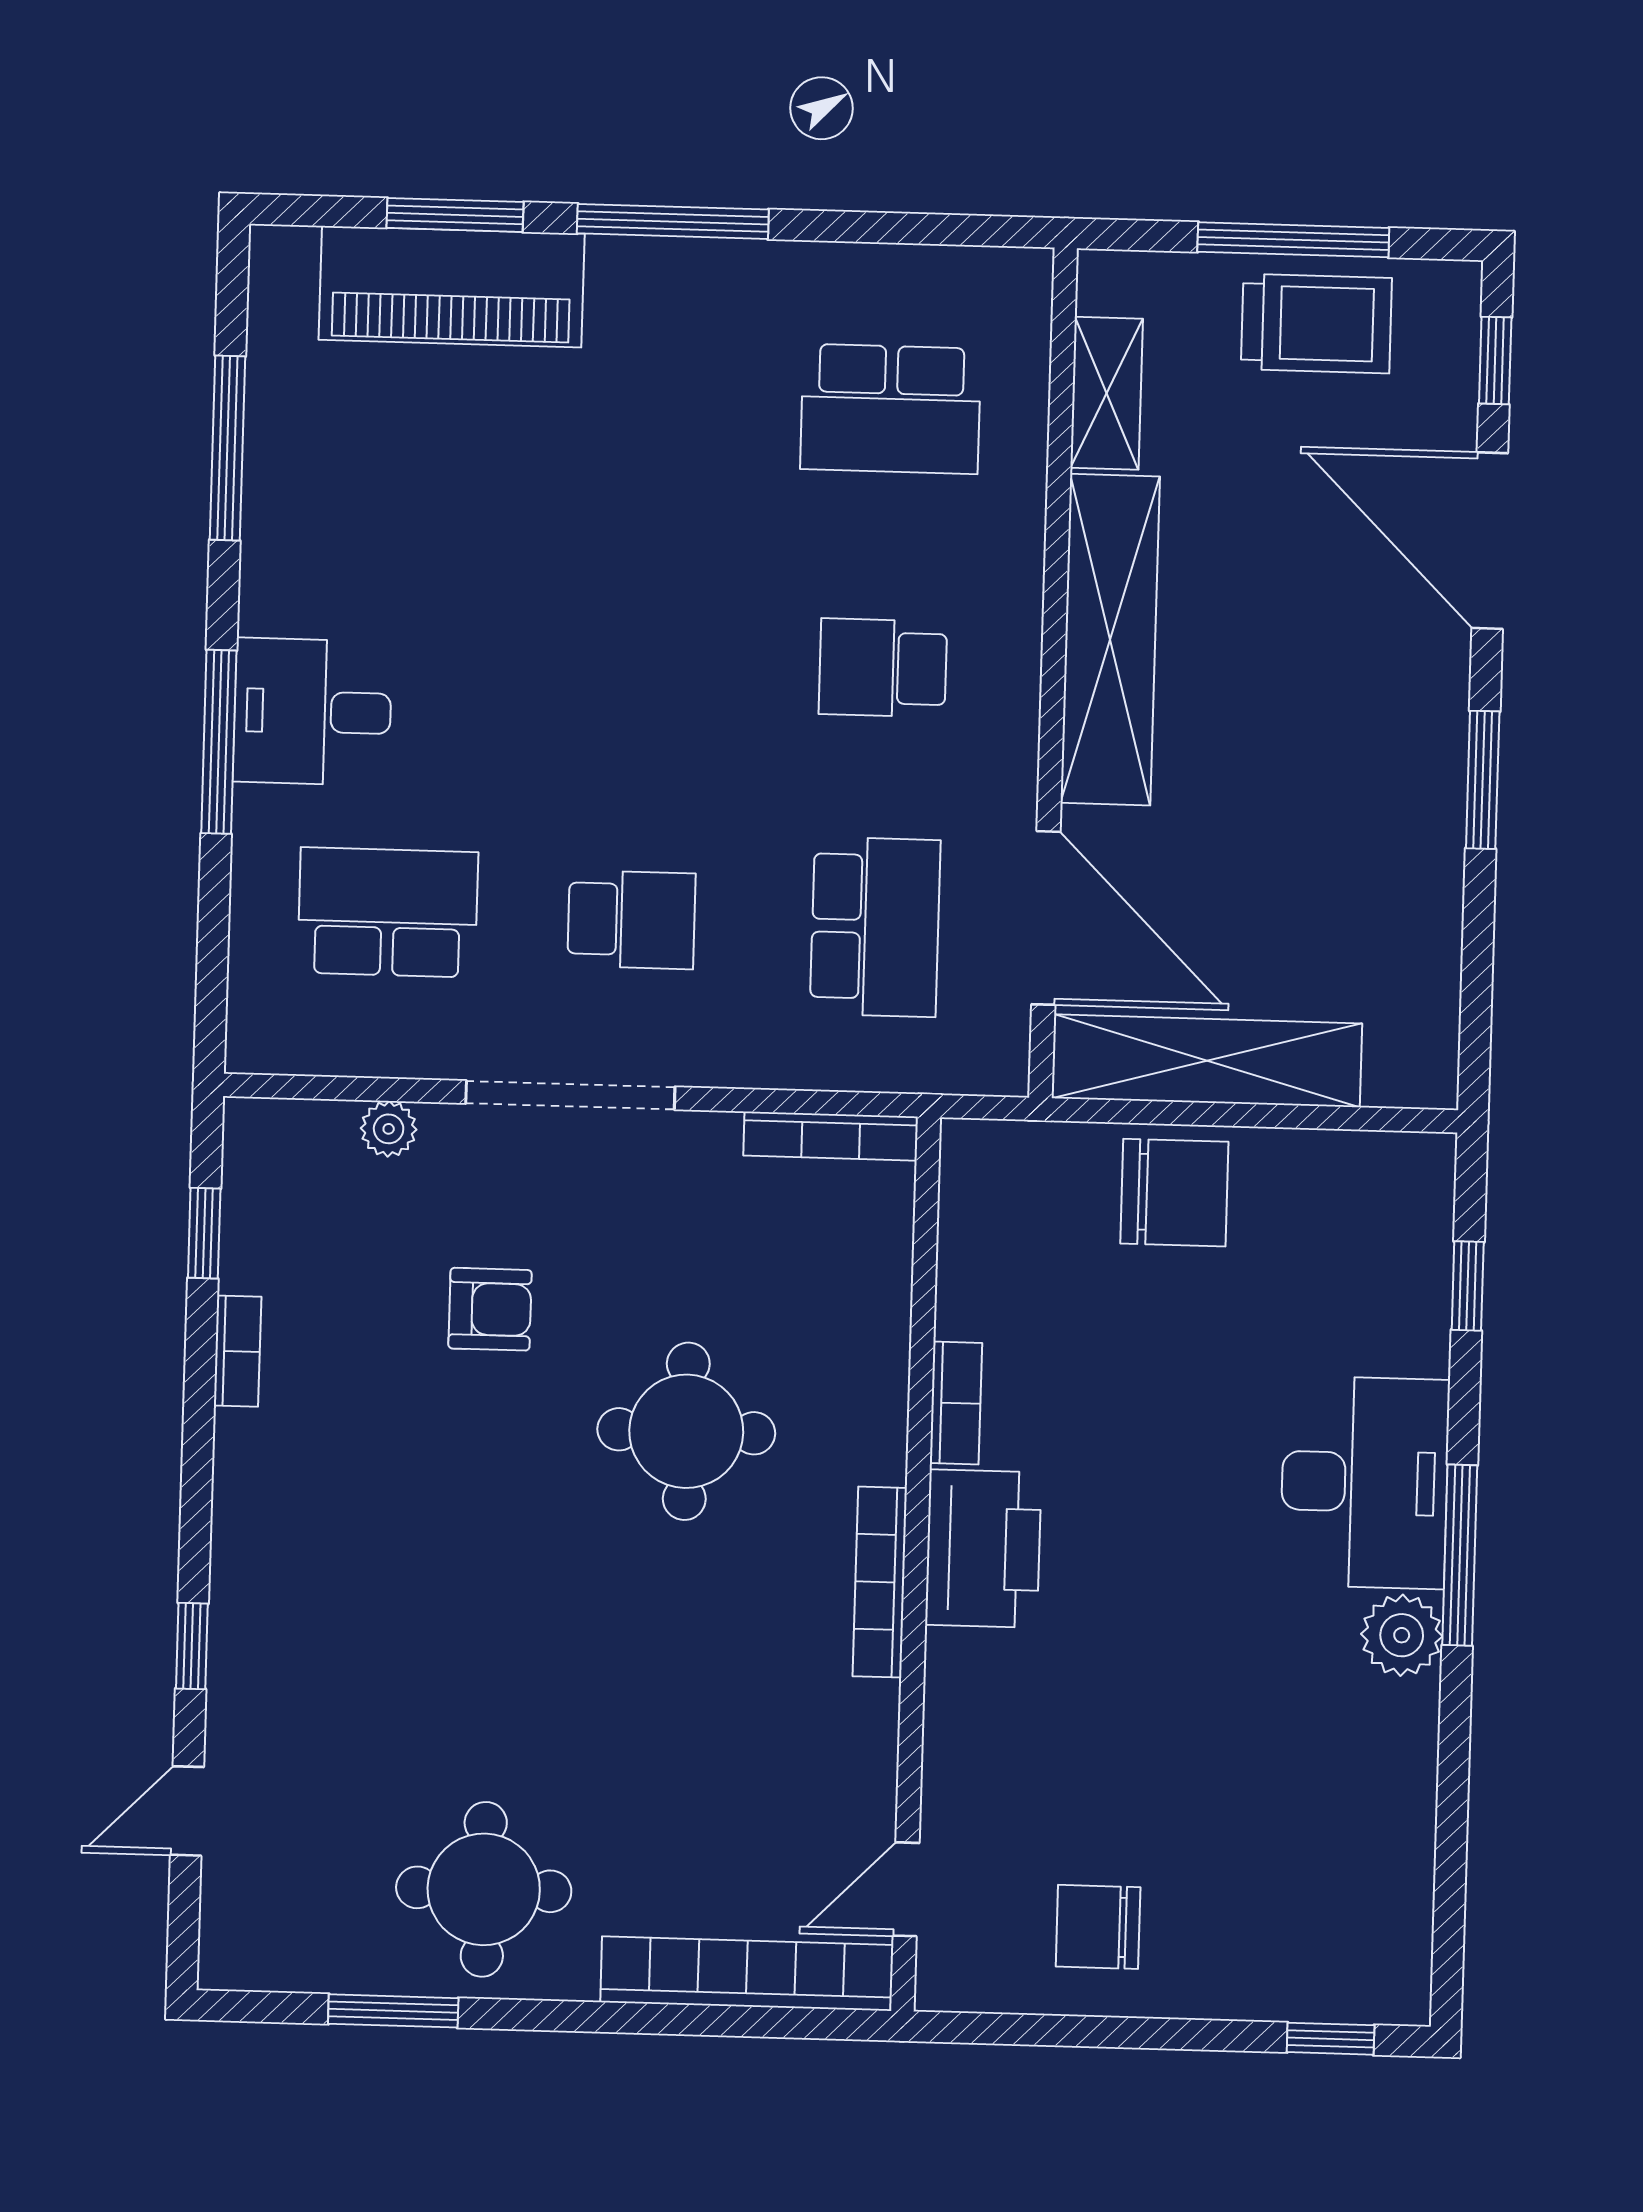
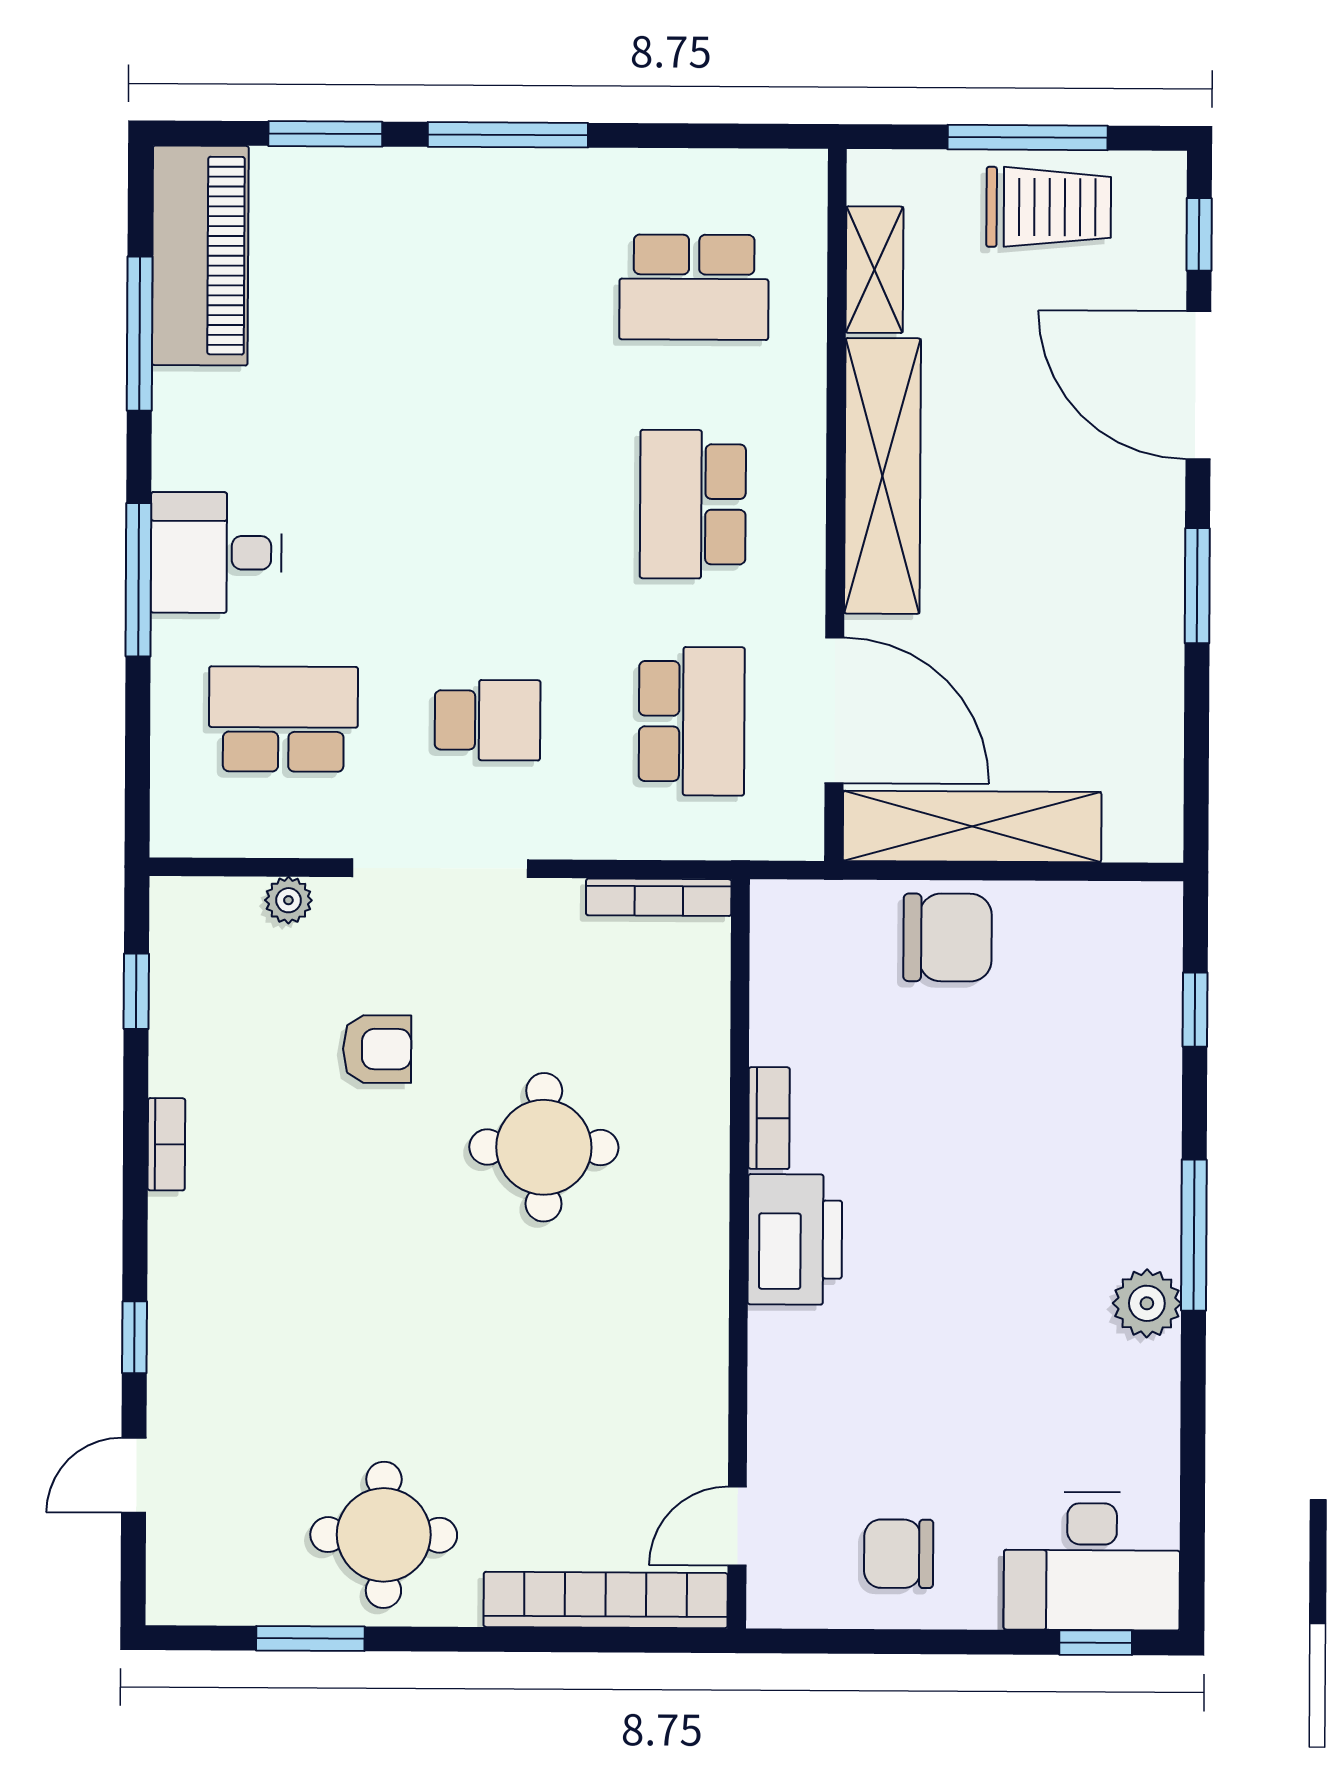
piano: (452, 287) -> (200, 256), moved, turned -90
school desk: (883, 668) -> (693, 504), width x1.85
bookcase: (238, 1351) -> (166, 1144), moved
desk: (1365, 1482) -> (1092, 1561), moved, turned 90
bookcase: (880, 1582) -> (709, 1270), removed

